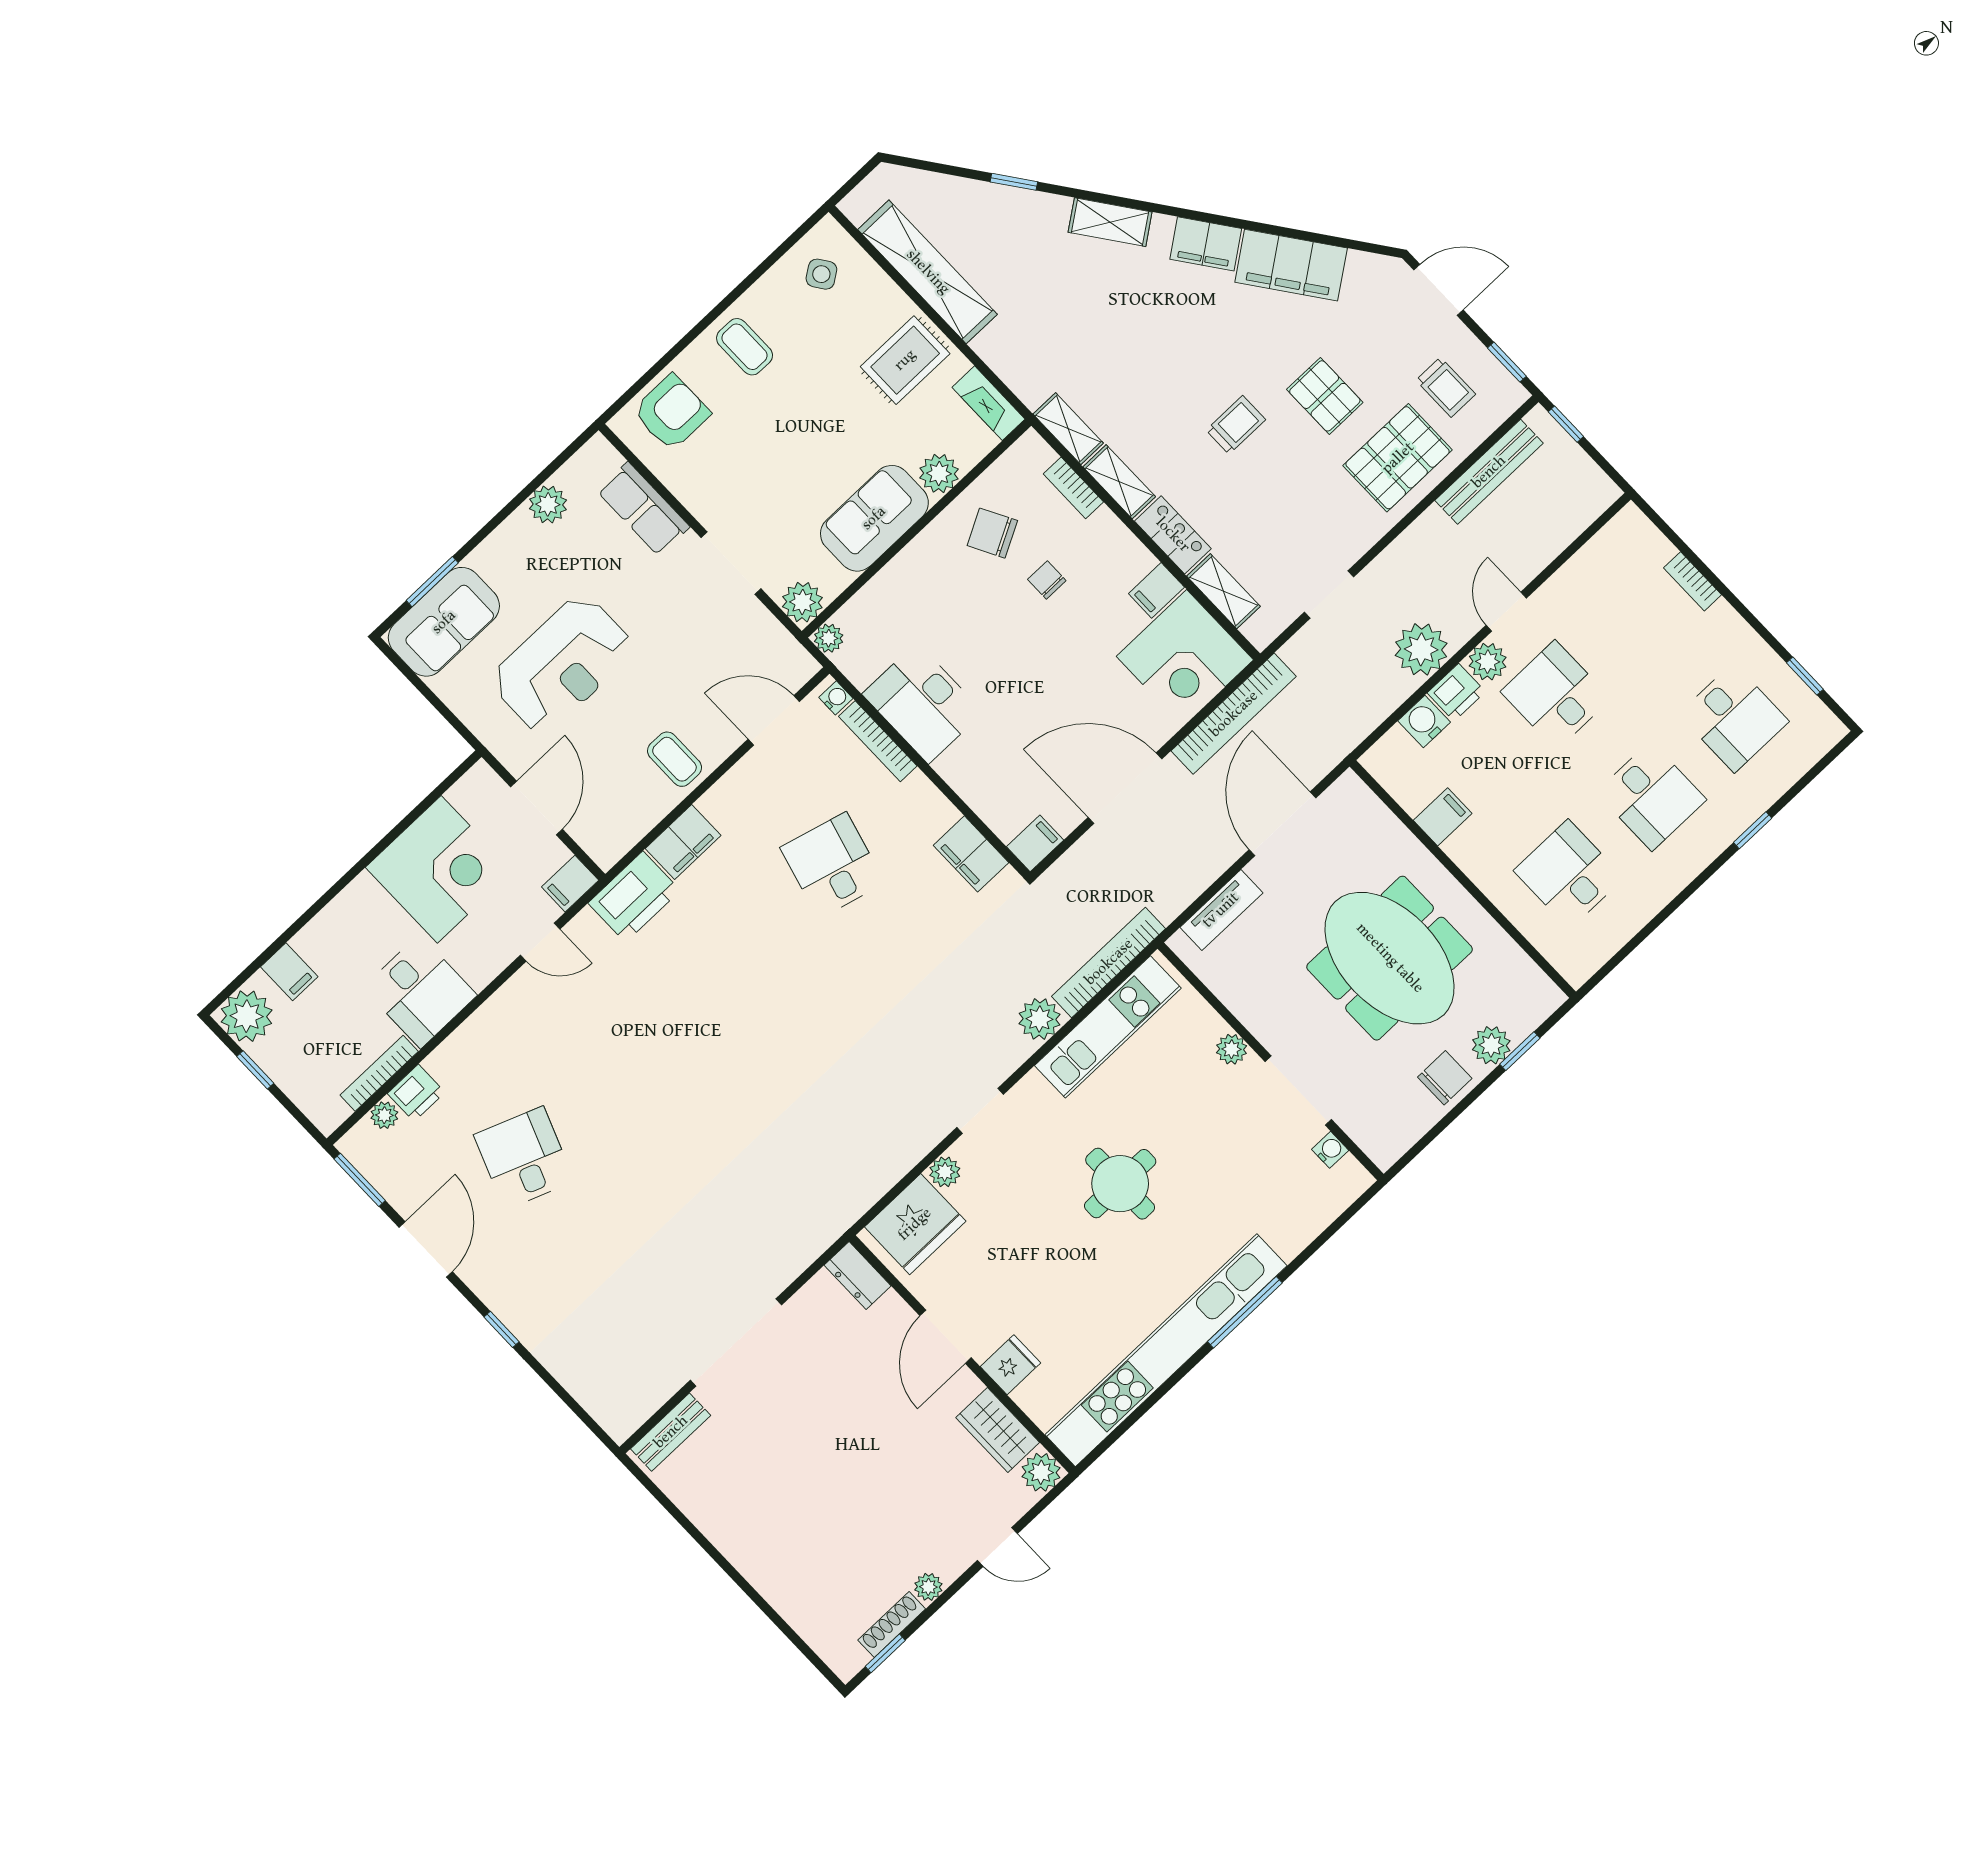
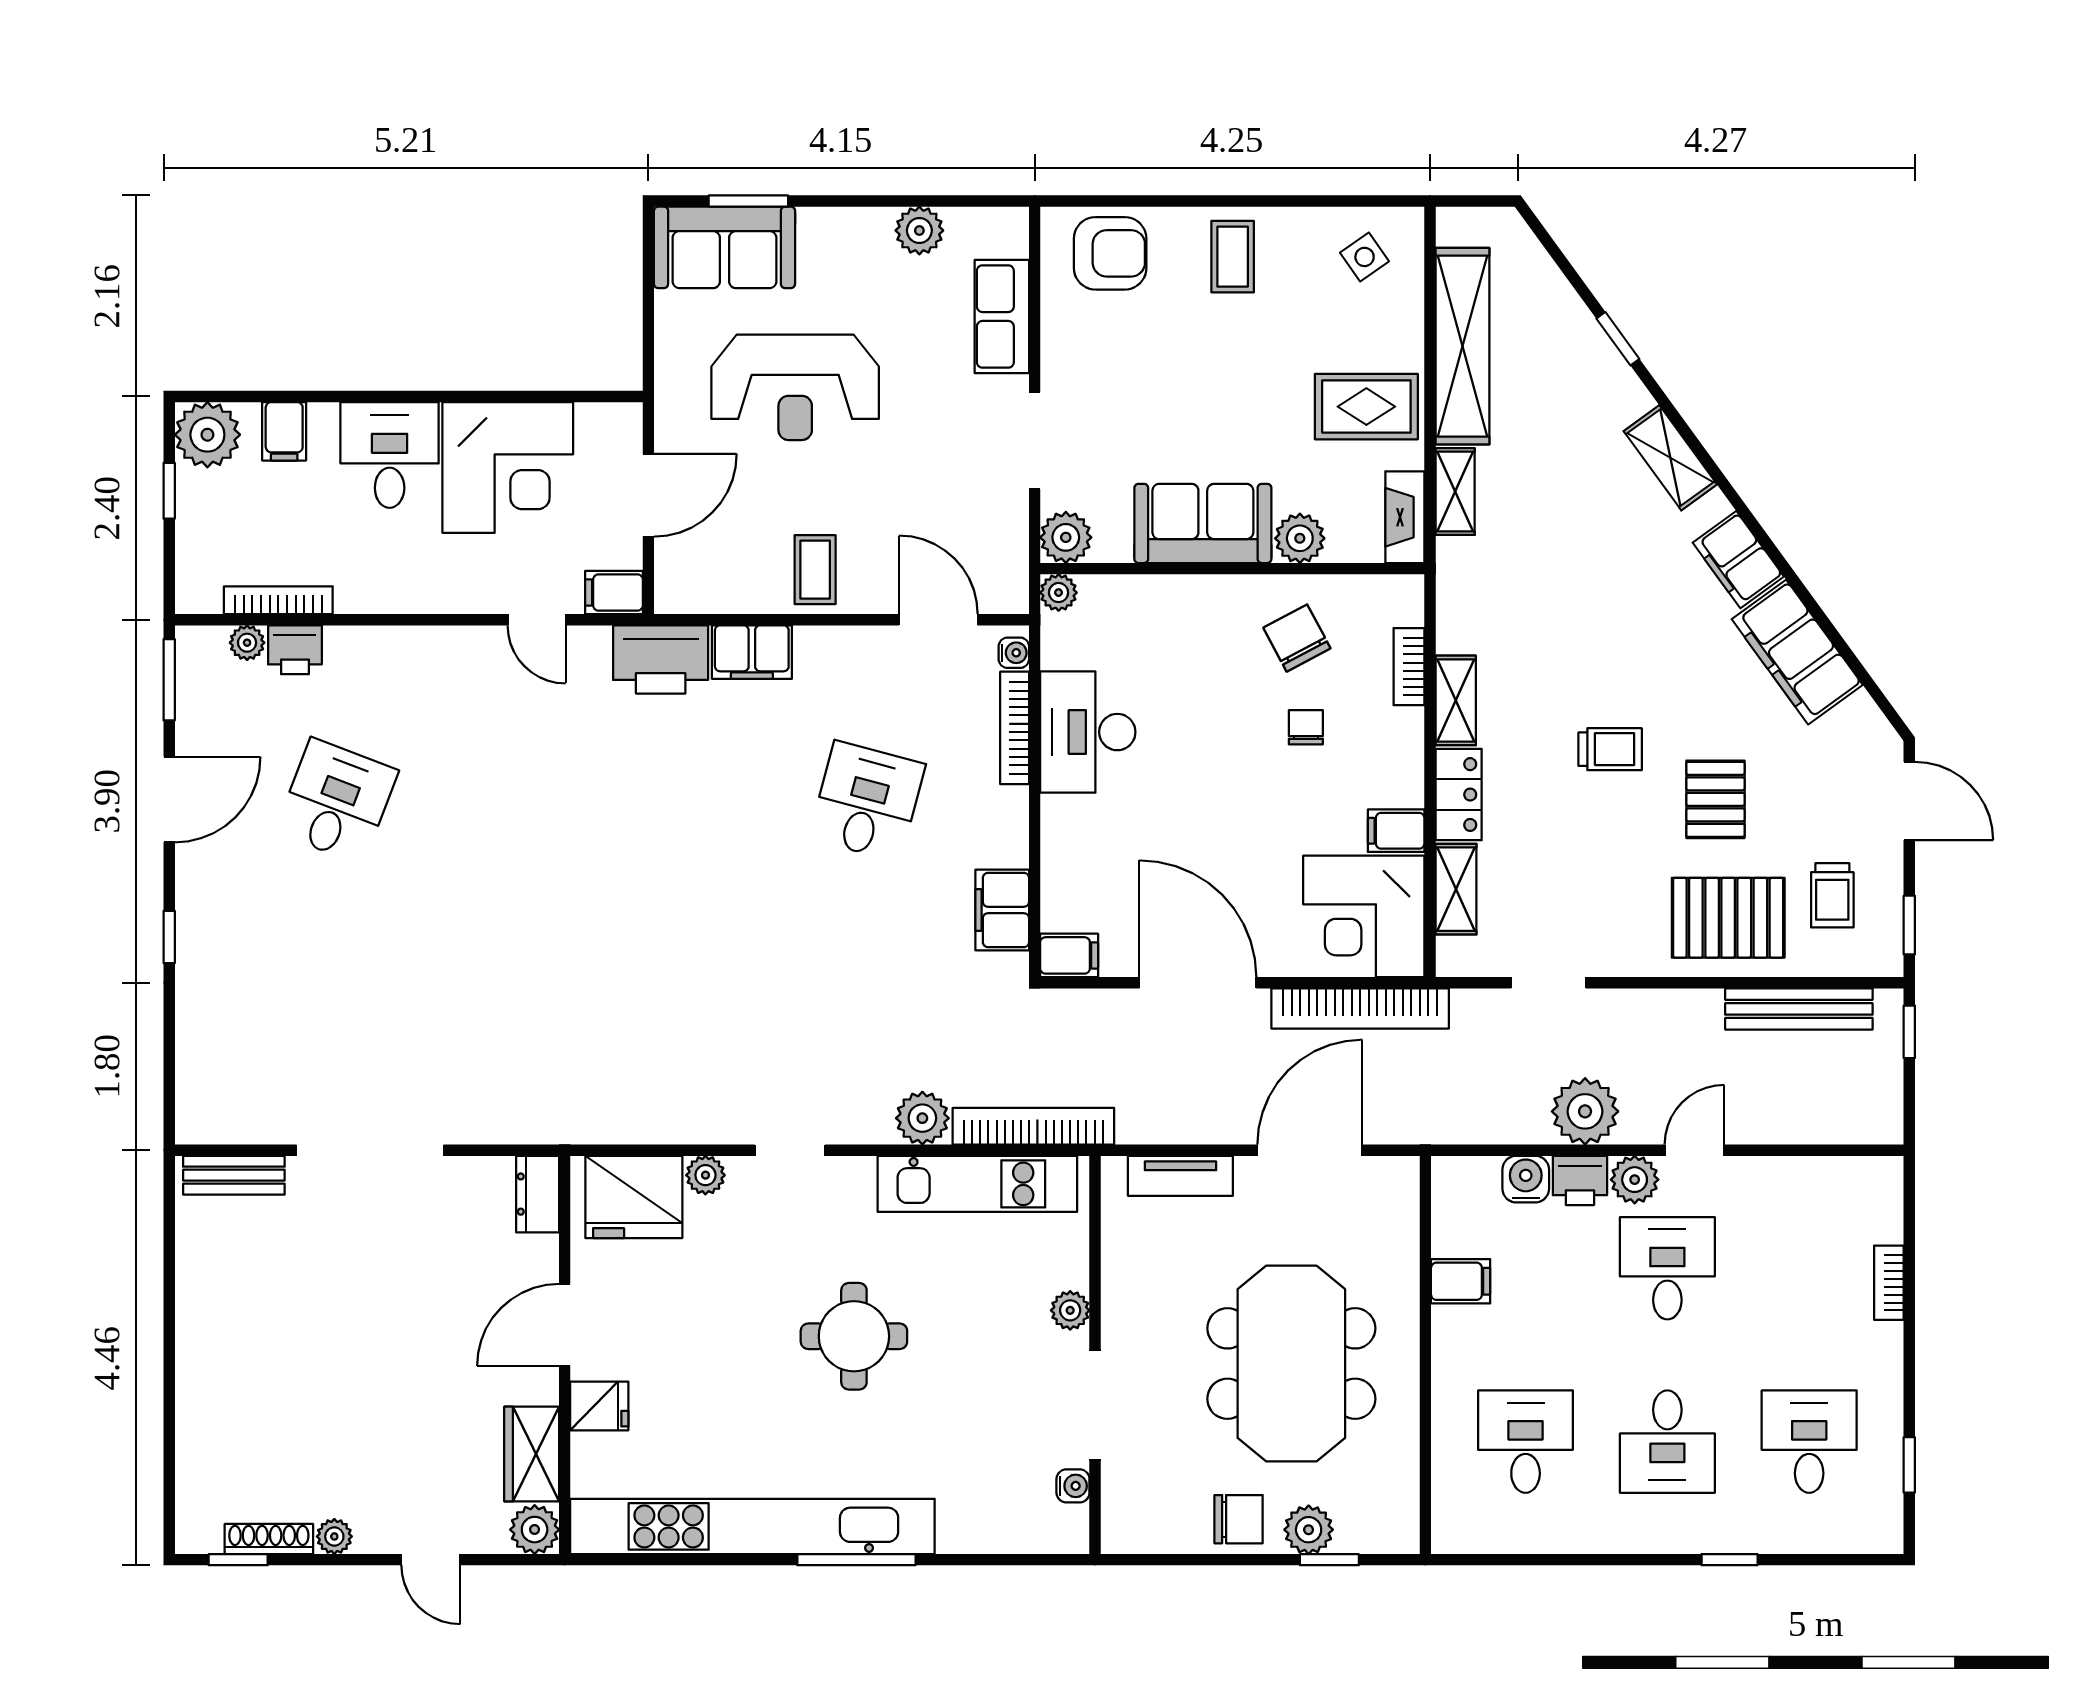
shelving: (1068, 429) -> (1455, 492), moved
desk: (1734, 718) -> (1809, 1442), turned 180
desk: (420, 991) -> (390, 455), moved, turned 180

